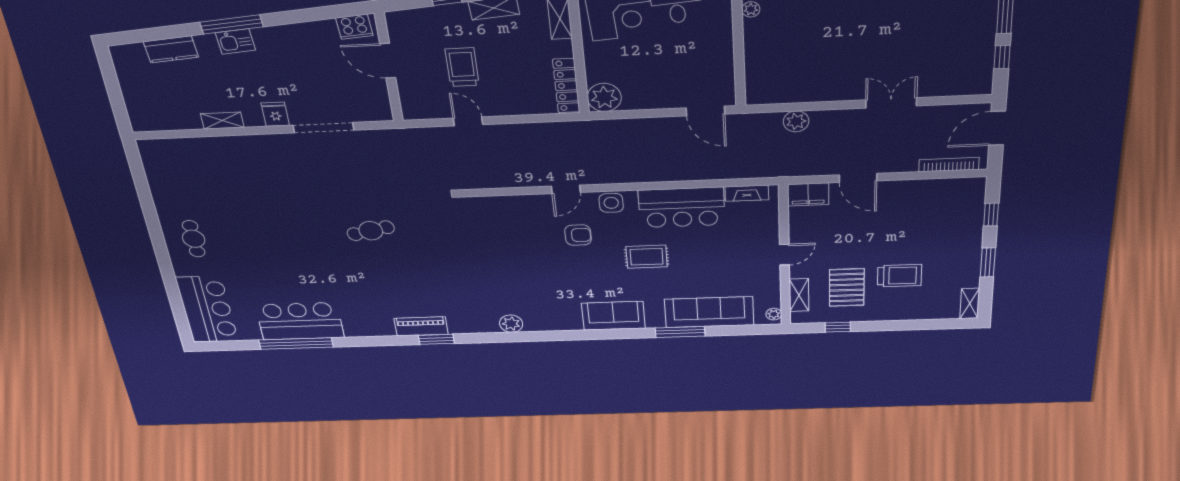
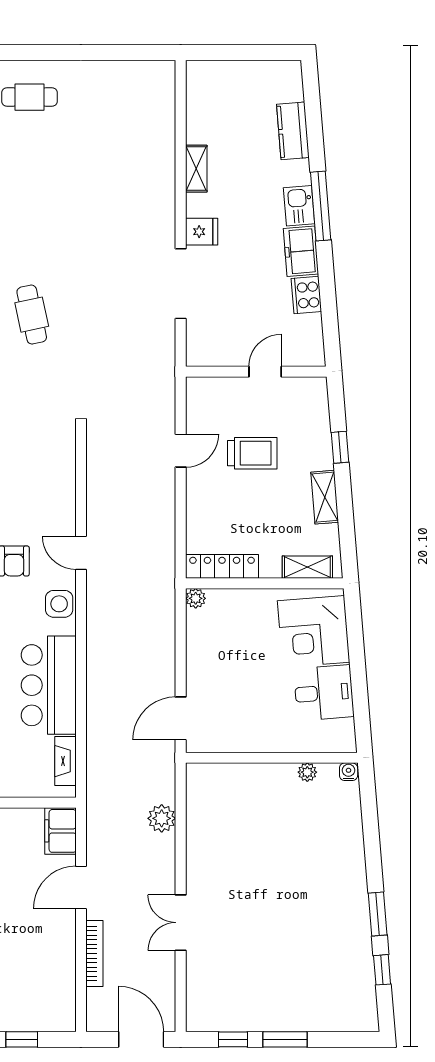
cooker: (354, 27) -> (306, 295), moved
freezer: (275, 38) -> (301, 251), added
door: (388, 61) -> (265, 372), width x0.73
plant: (604, 97) -> (196, 598), width x0.53, depth x0.53
double door: (891, 103) -> (181, 923), swing flipped
bookcase: (949, 165) -> (94, 954), moved

